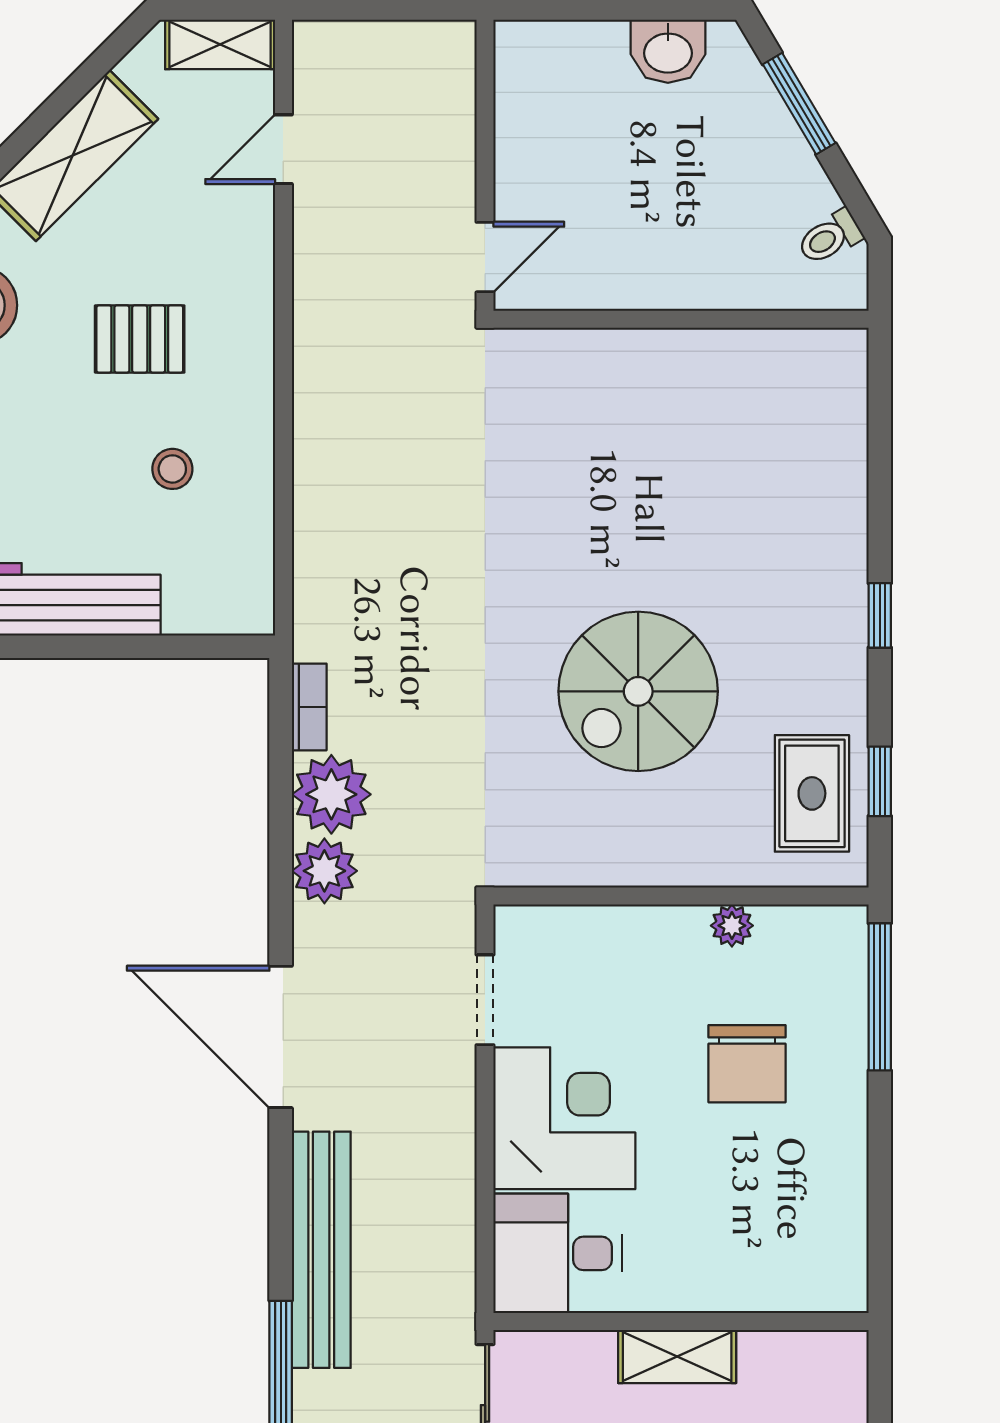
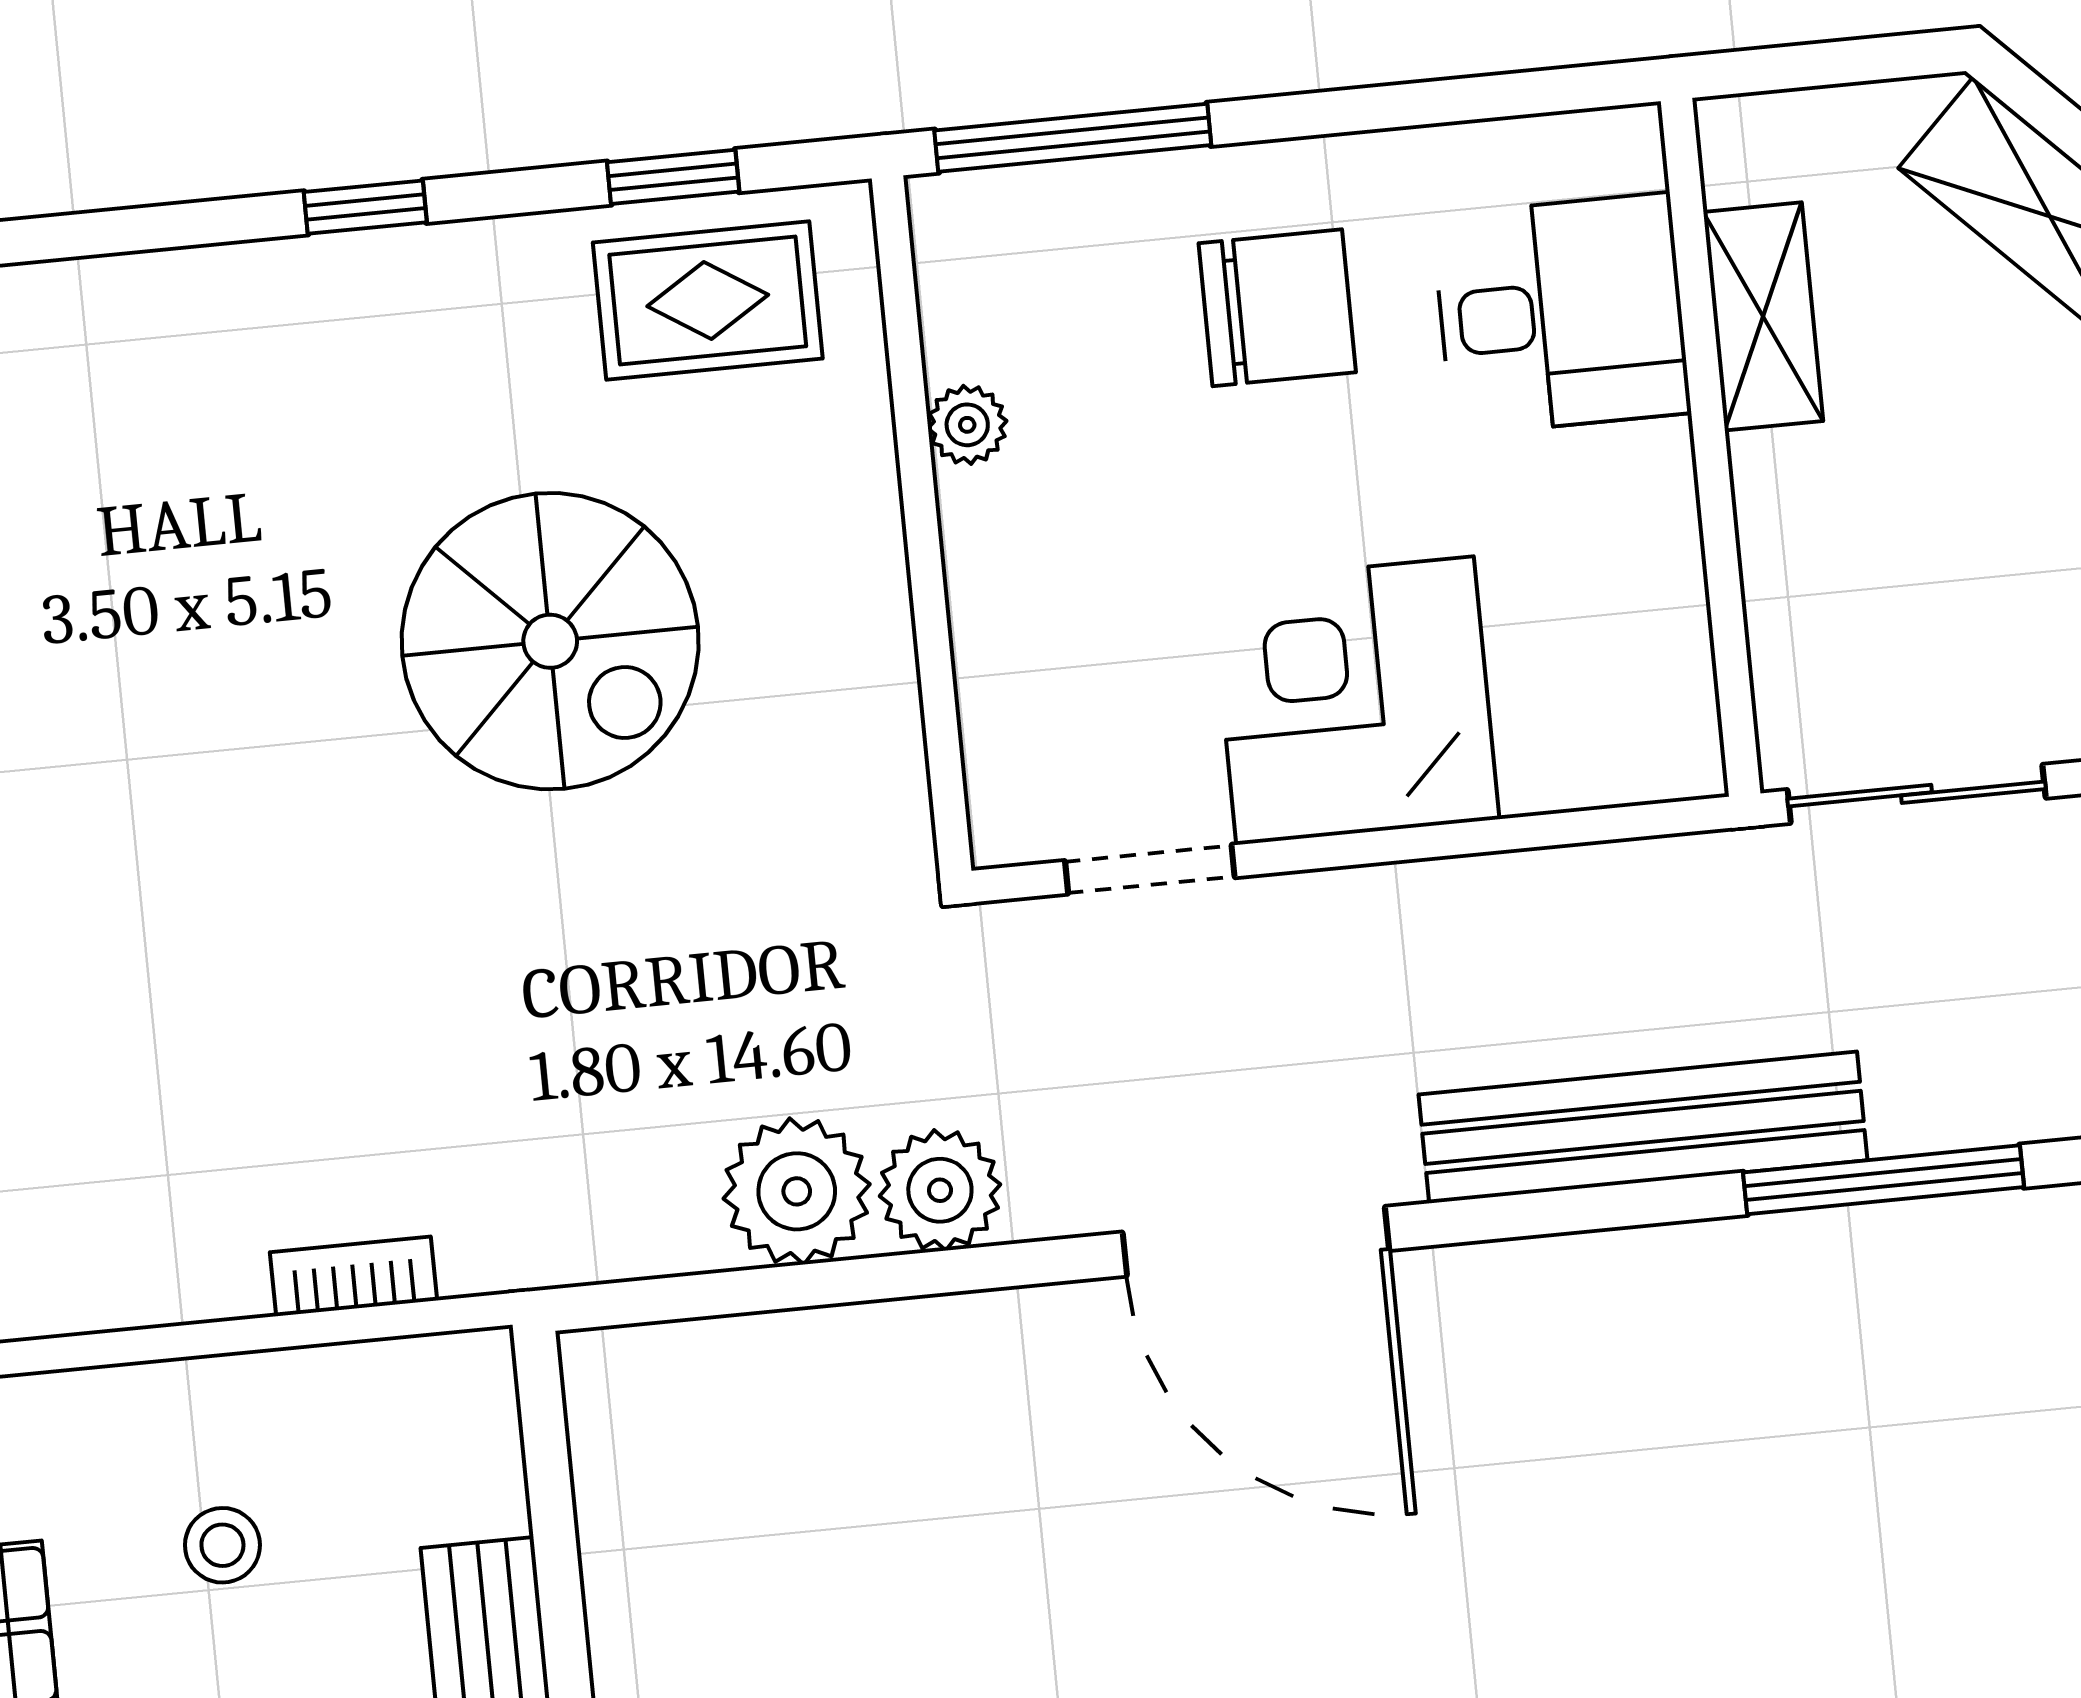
bookcase: (309, 707) -> (353, 1276), moved
door: (281, 1037) -> (1256, 1241), hinge flipped
chair: (747, 1064) -> (1277, 308), moved
desk: (558, 1253) -> (1561, 314), moved, turned -90
shelving: (677, 1356) -> (1763, 316), moved

